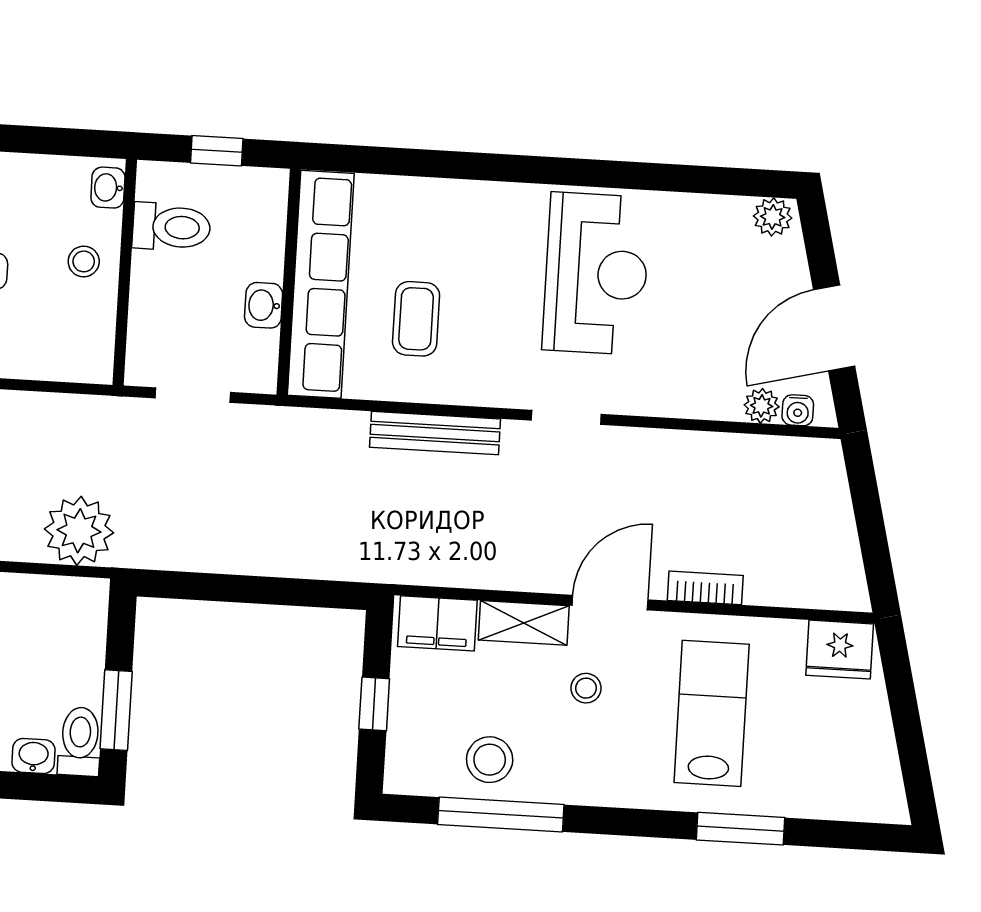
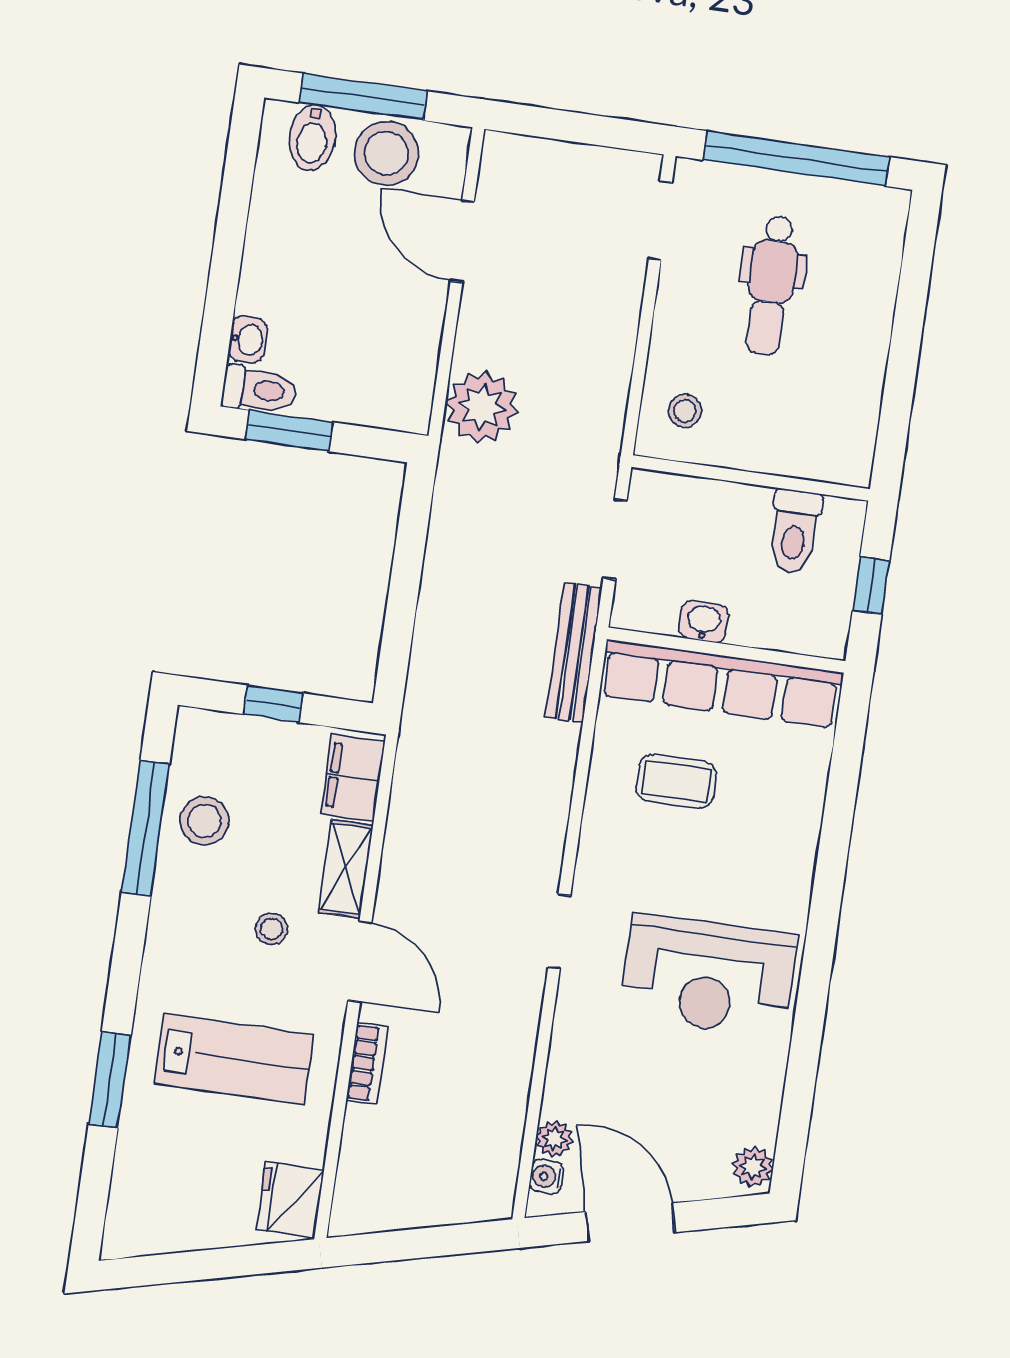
washbasin: (108, 188) -> (842, 468), removed
stool: (84, 261) -> (685, 411), moved
bench: (435, 433) -> (574, 653), moved

